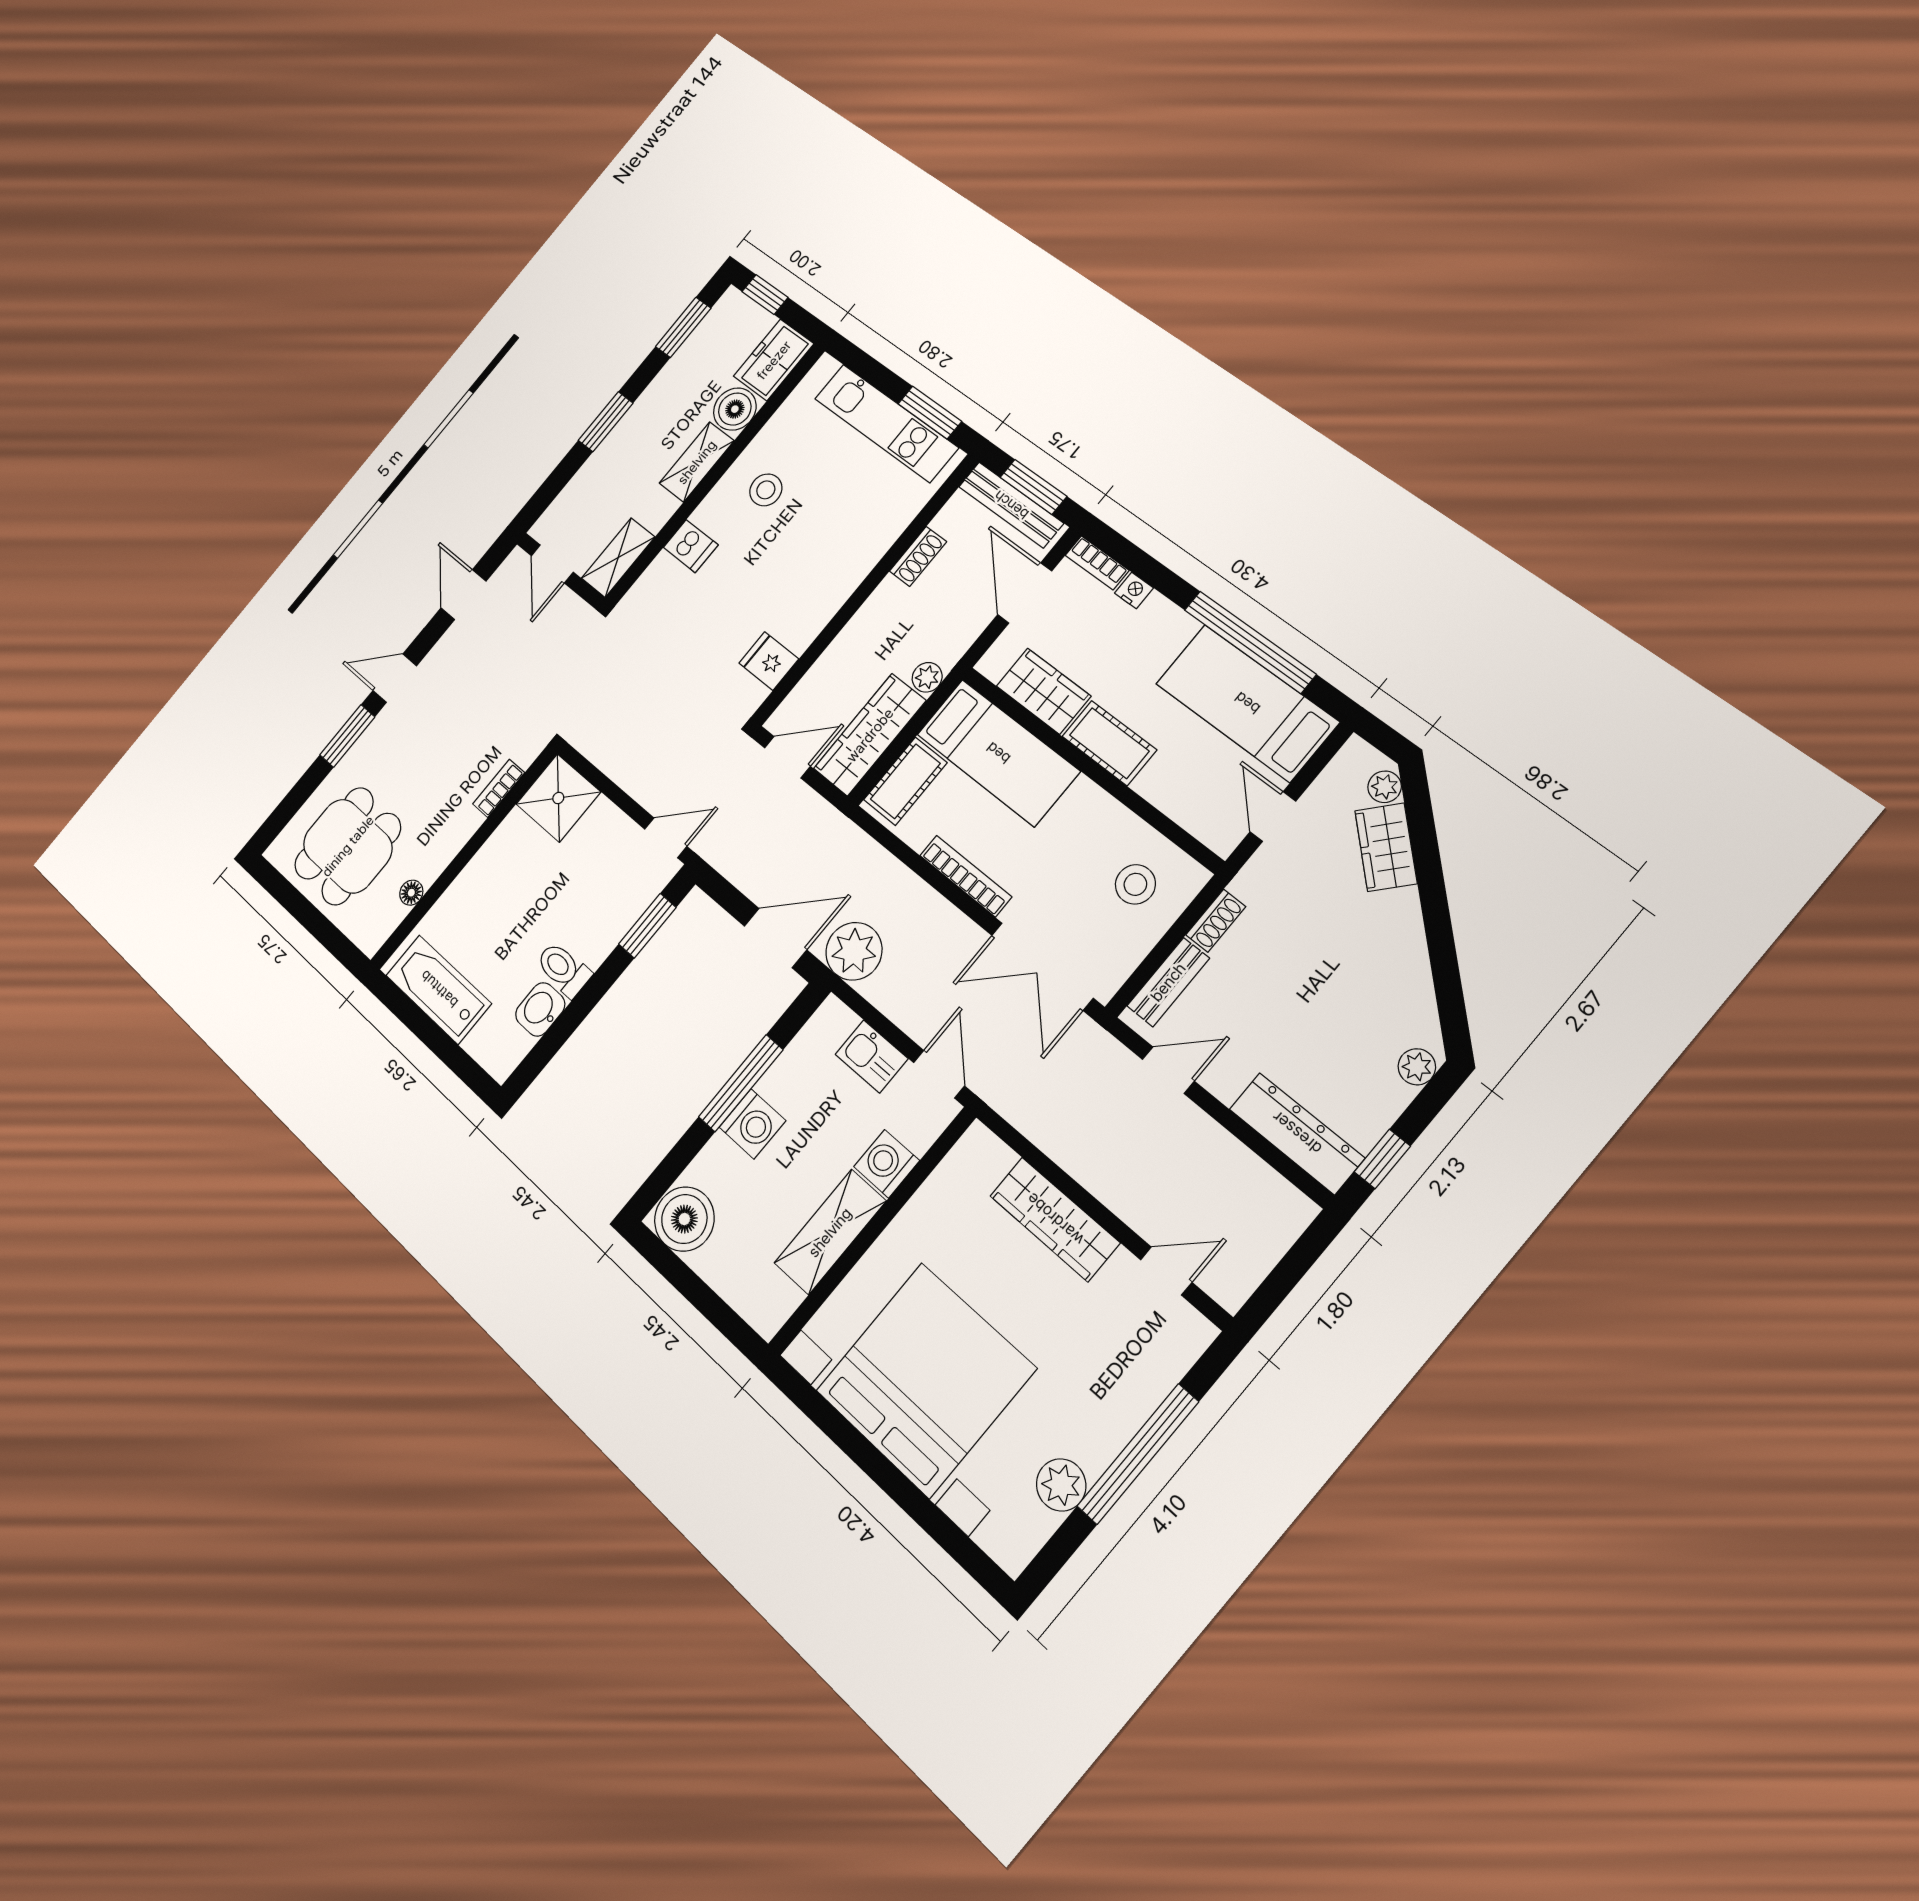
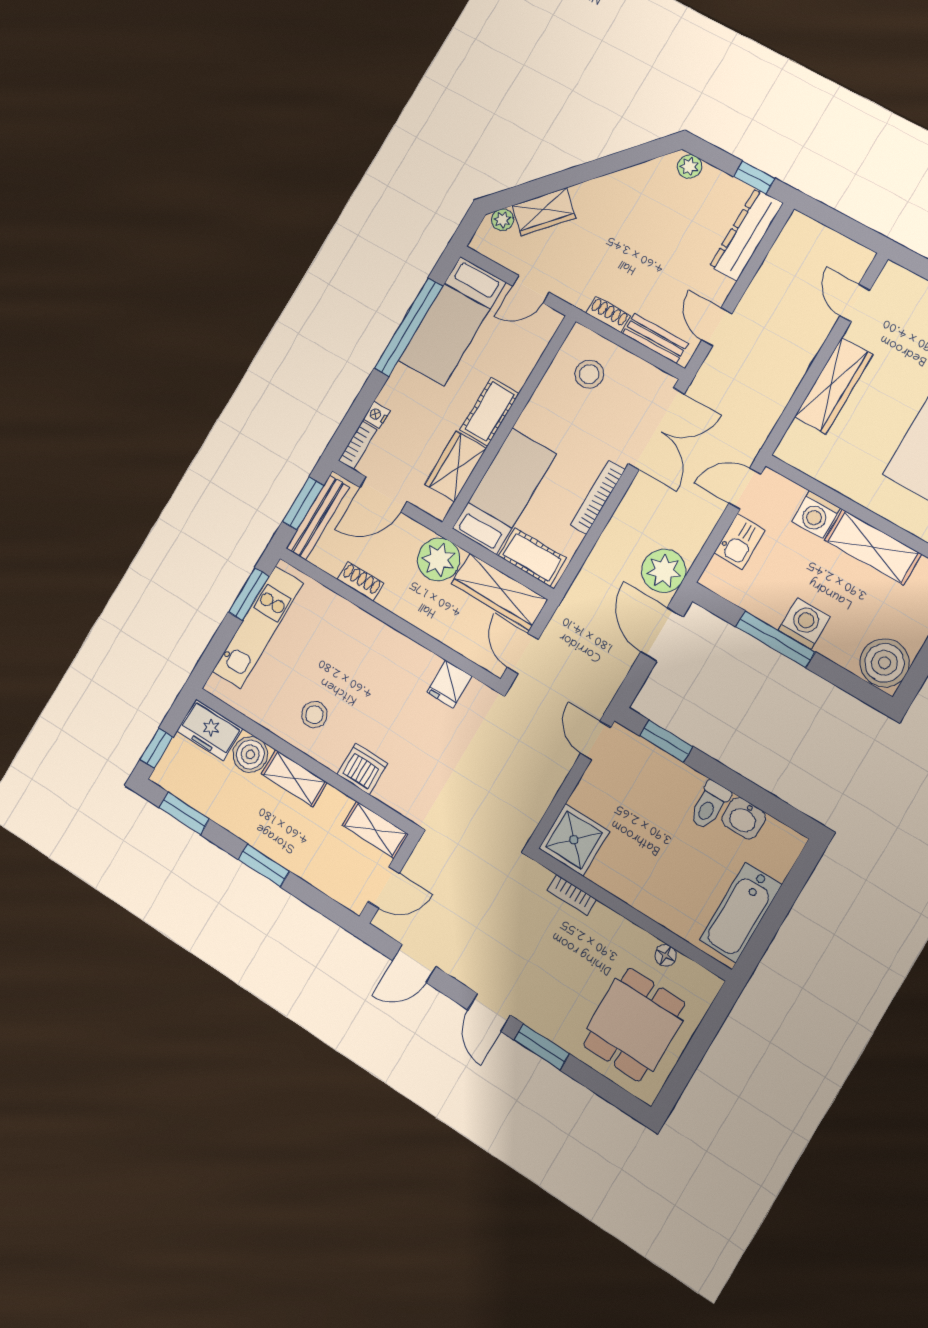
dishwasher: (691, 546) -> (362, 769), width x1.38
plant: (927, 677) -> (439, 559), width x1.88, depth x1.88
dining table: (348, 846) -> (634, 1025), turned 90

